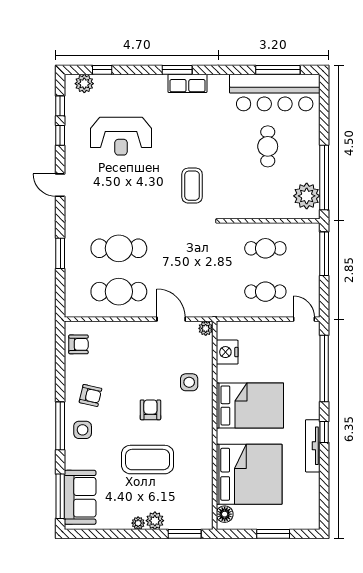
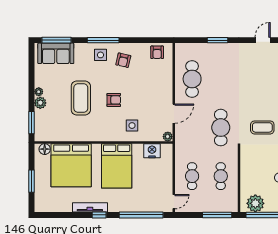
cafe table: (119, 248) -> (221, 128), moved

